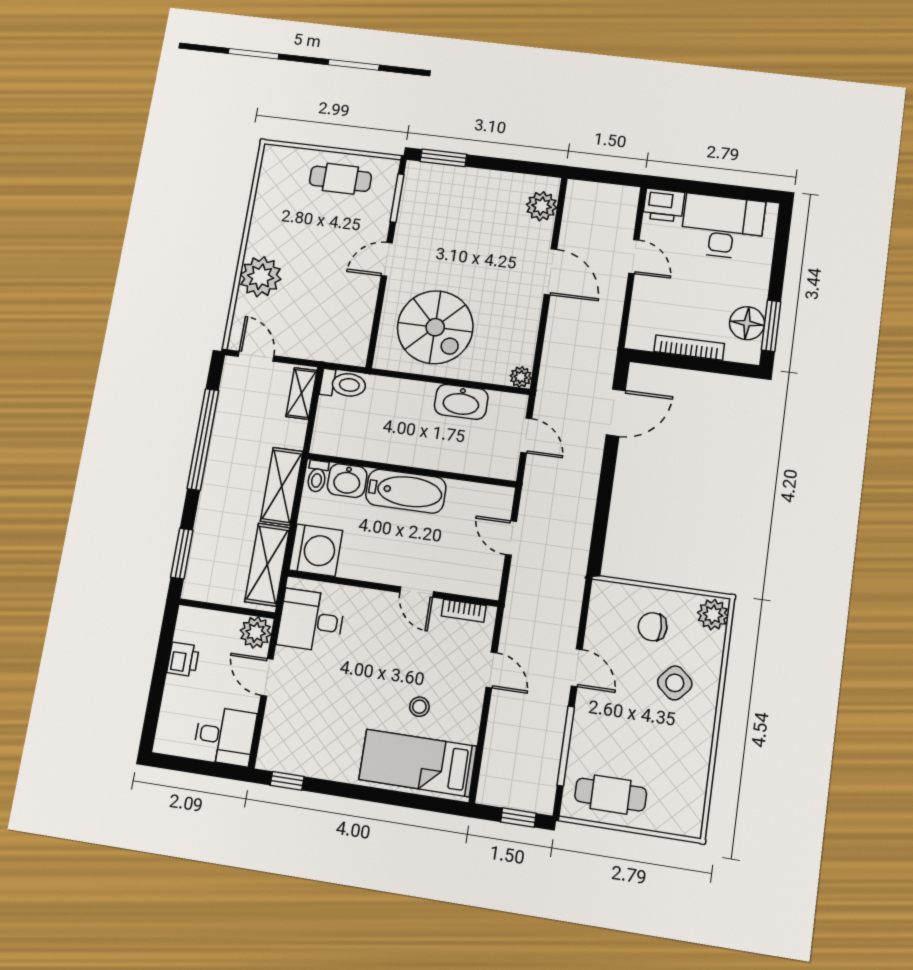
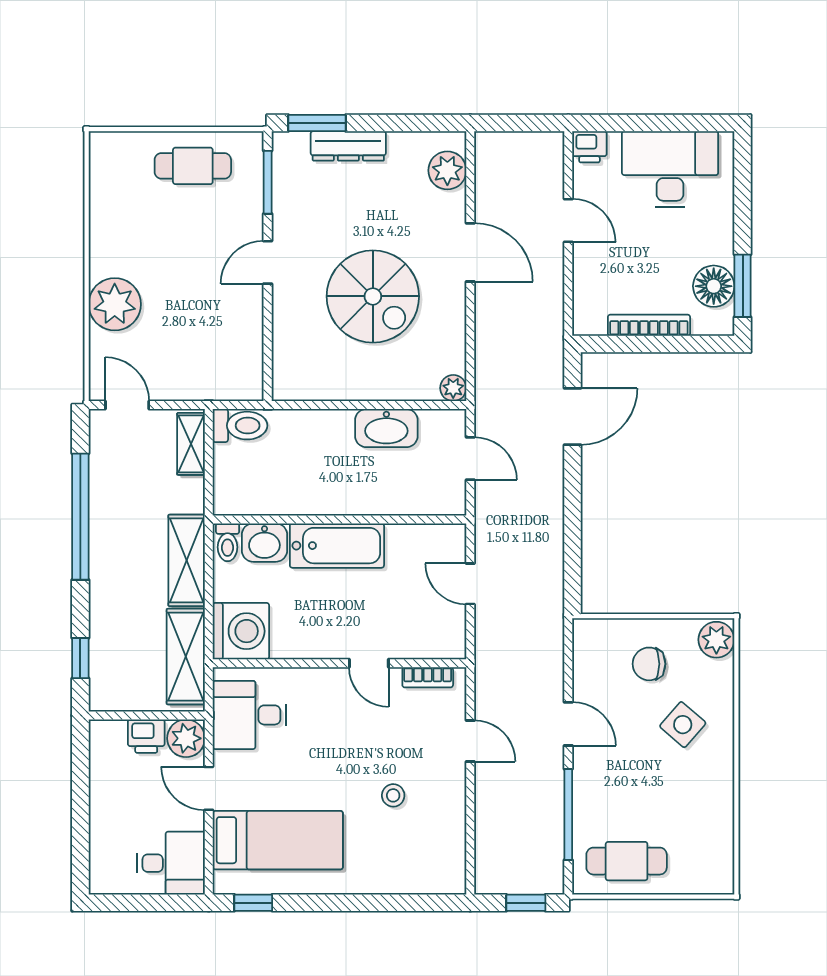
dresser: (465, 178) -> (348, 146), added
printer: (664, 205) -> (589, 147), width x0.73, depth x0.81
spiral stairs: (435, 327) -> (373, 296), moved
window: (182, 554) -> (80, 658), width x0.67
printer: (183, 659) -> (146, 736), moved, turned 90
bed: (418, 763) -> (278, 840), moved, turned 180

